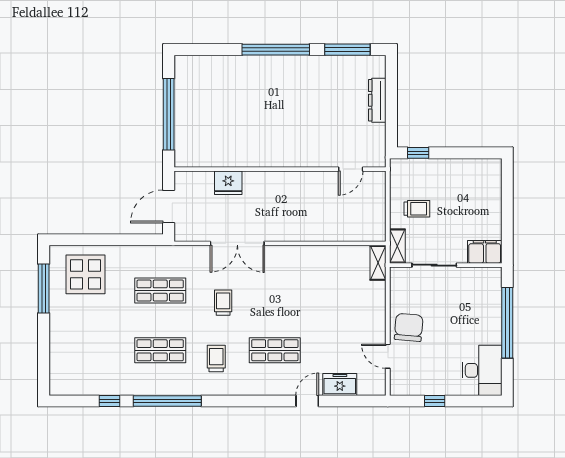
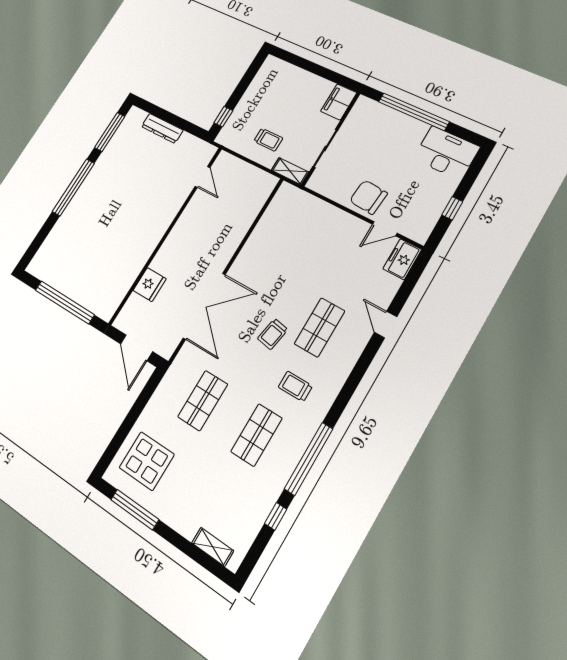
trolley: (417, 209) -> (268, 140), turned 90
double door: (237, 243) -> (204, 306), width x1.36
shelving: (378, 263) -> (213, 547), moved
trolley: (223, 303) -> (273, 334), moved, turned -80
freezer: (340, 385) -> (402, 259), moved

